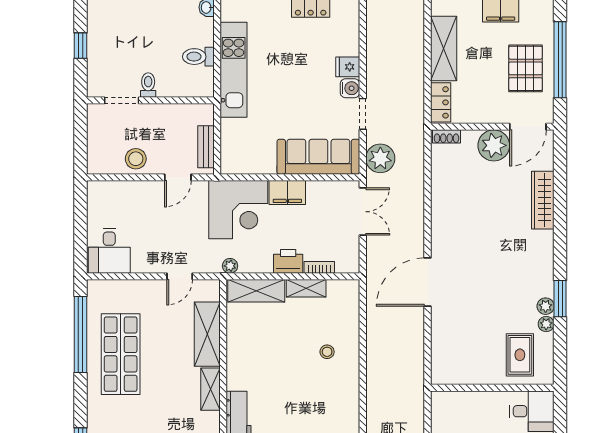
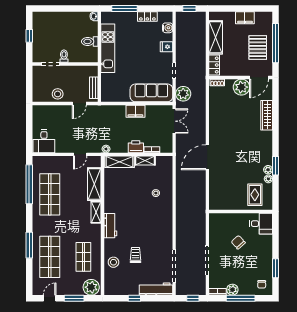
water cooler: (350, 88) -> (168, 28), moved
corner desk: (238, 210) -> (110, 120), removed

